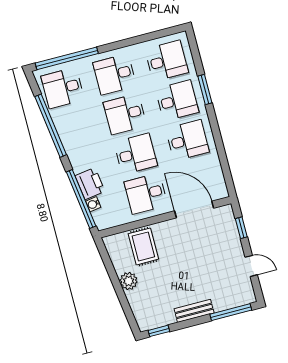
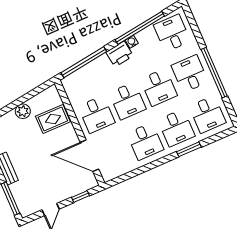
window: (67, 58) -> (214, 73), moved
desk: (125, 114) -> (159, 87), turned 180
printer: (90, 184) -> (120, 54), moved
desk: (146, 194) -> (96, 114), turned 180
water cooler: (93, 204) -> (132, 42), moved
door: (194, 210) -> (89, 156), swing flipped

